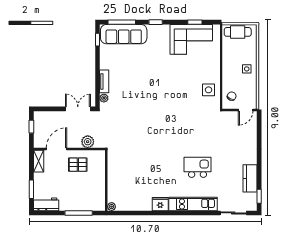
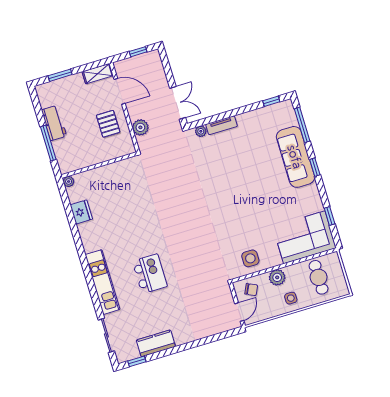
cafe table: (238, 32) -> (319, 277), moved
sofa: (124, 34) -> (295, 157), moved
corner sofa: (191, 39) -> (304, 237), moved, turned 90
plant: (228, 74) -> (277, 277), added
door: (246, 110) -> (239, 312), swing flipped
workbench: (46, 204) -> (54, 123), moved
fridge: (160, 204) -> (81, 212), moved

